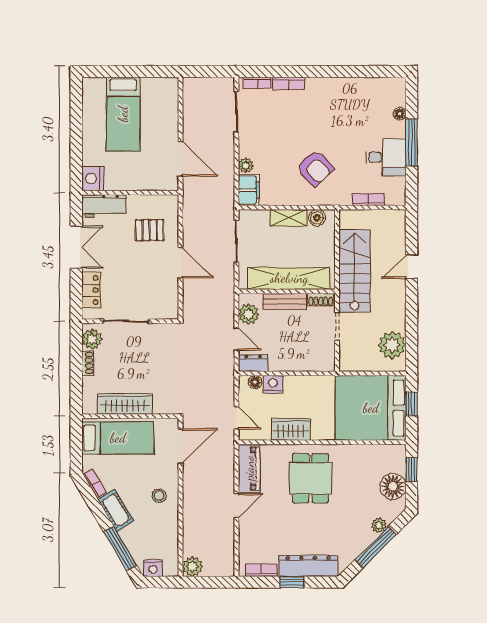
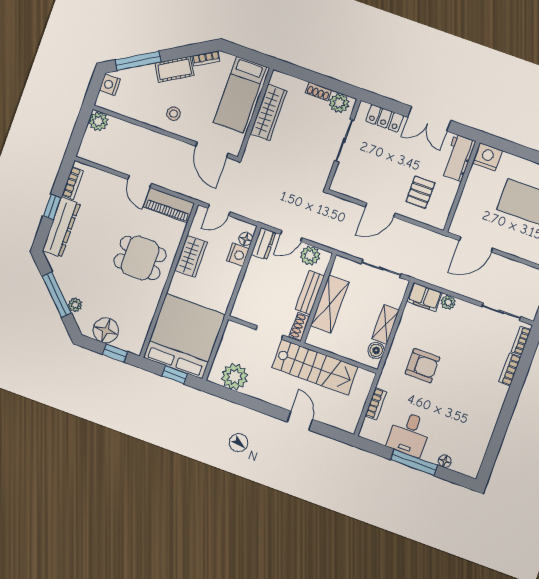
armchair: (315, 168) -> (422, 366), turned -136
shelving: (289, 278) -> (330, 304), width x0.68

